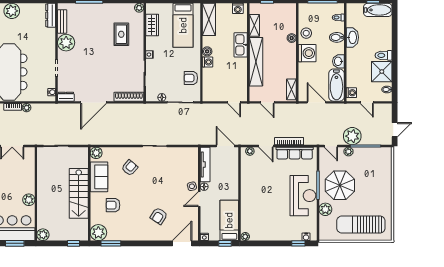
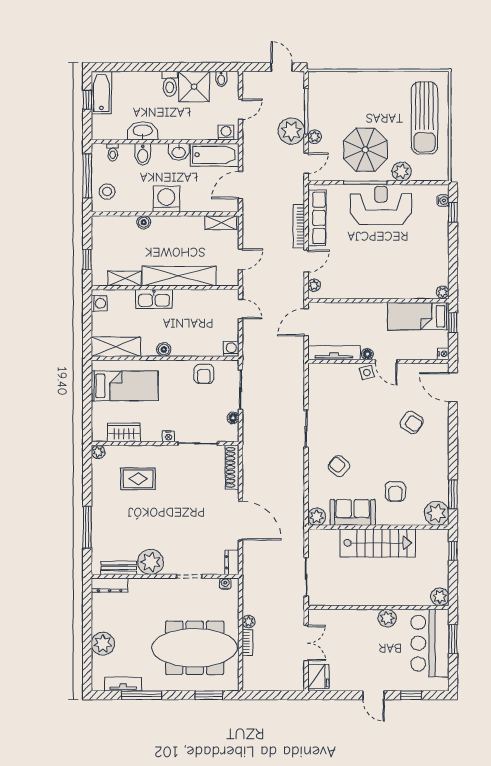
stool: (306, 33) -> (107, 192), moved
washing machine: (208, 62) -> (231, 349), moved
door: (234, 102) -> (241, 309), hinge flipped

